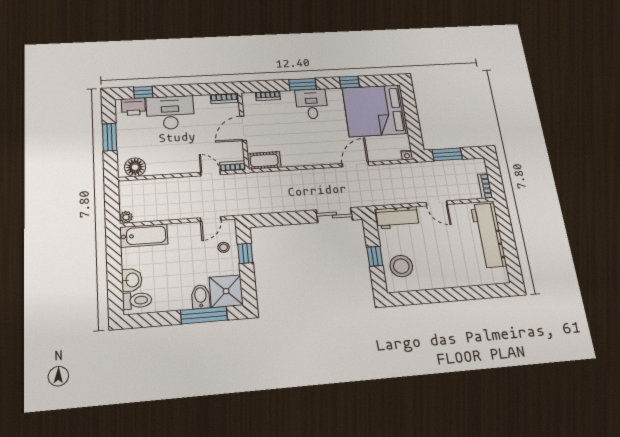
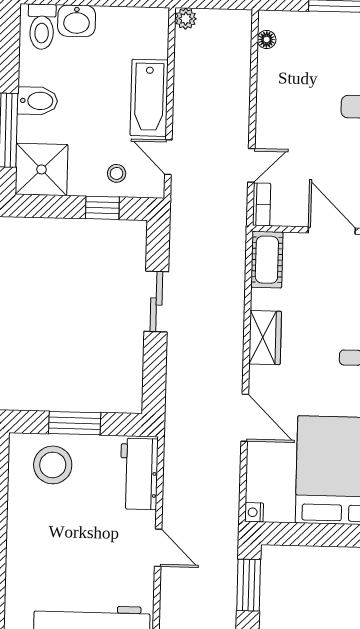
wardrobe: (309, 158) -> (265, 338), added
floor lamp: (135, 167) -> (267, 40), width x0.53, depth x0.53
door: (437, 203) -> (158, 548), swing flipped
sliding door: (334, 215) -> (156, 301), moved
bathtub: (144, 236) -> (149, 98), moved
window: (375, 256) -> (75, 423), width x1.50
bidet: (201, 297) -> (38, 101), moved

